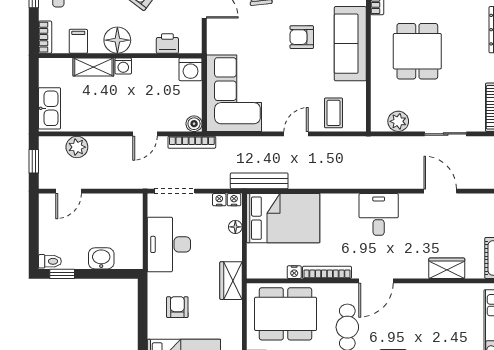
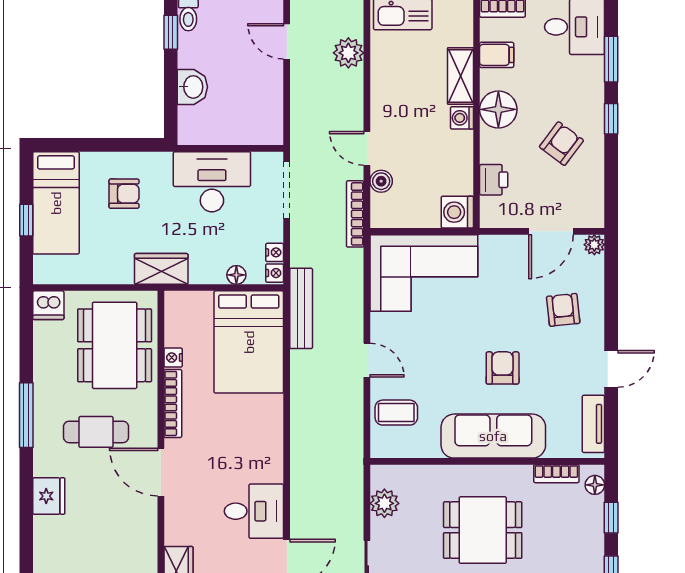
boiler: (194, 124) -> (381, 181), moved
desk: (379, 214) -> (254, 511), moved

